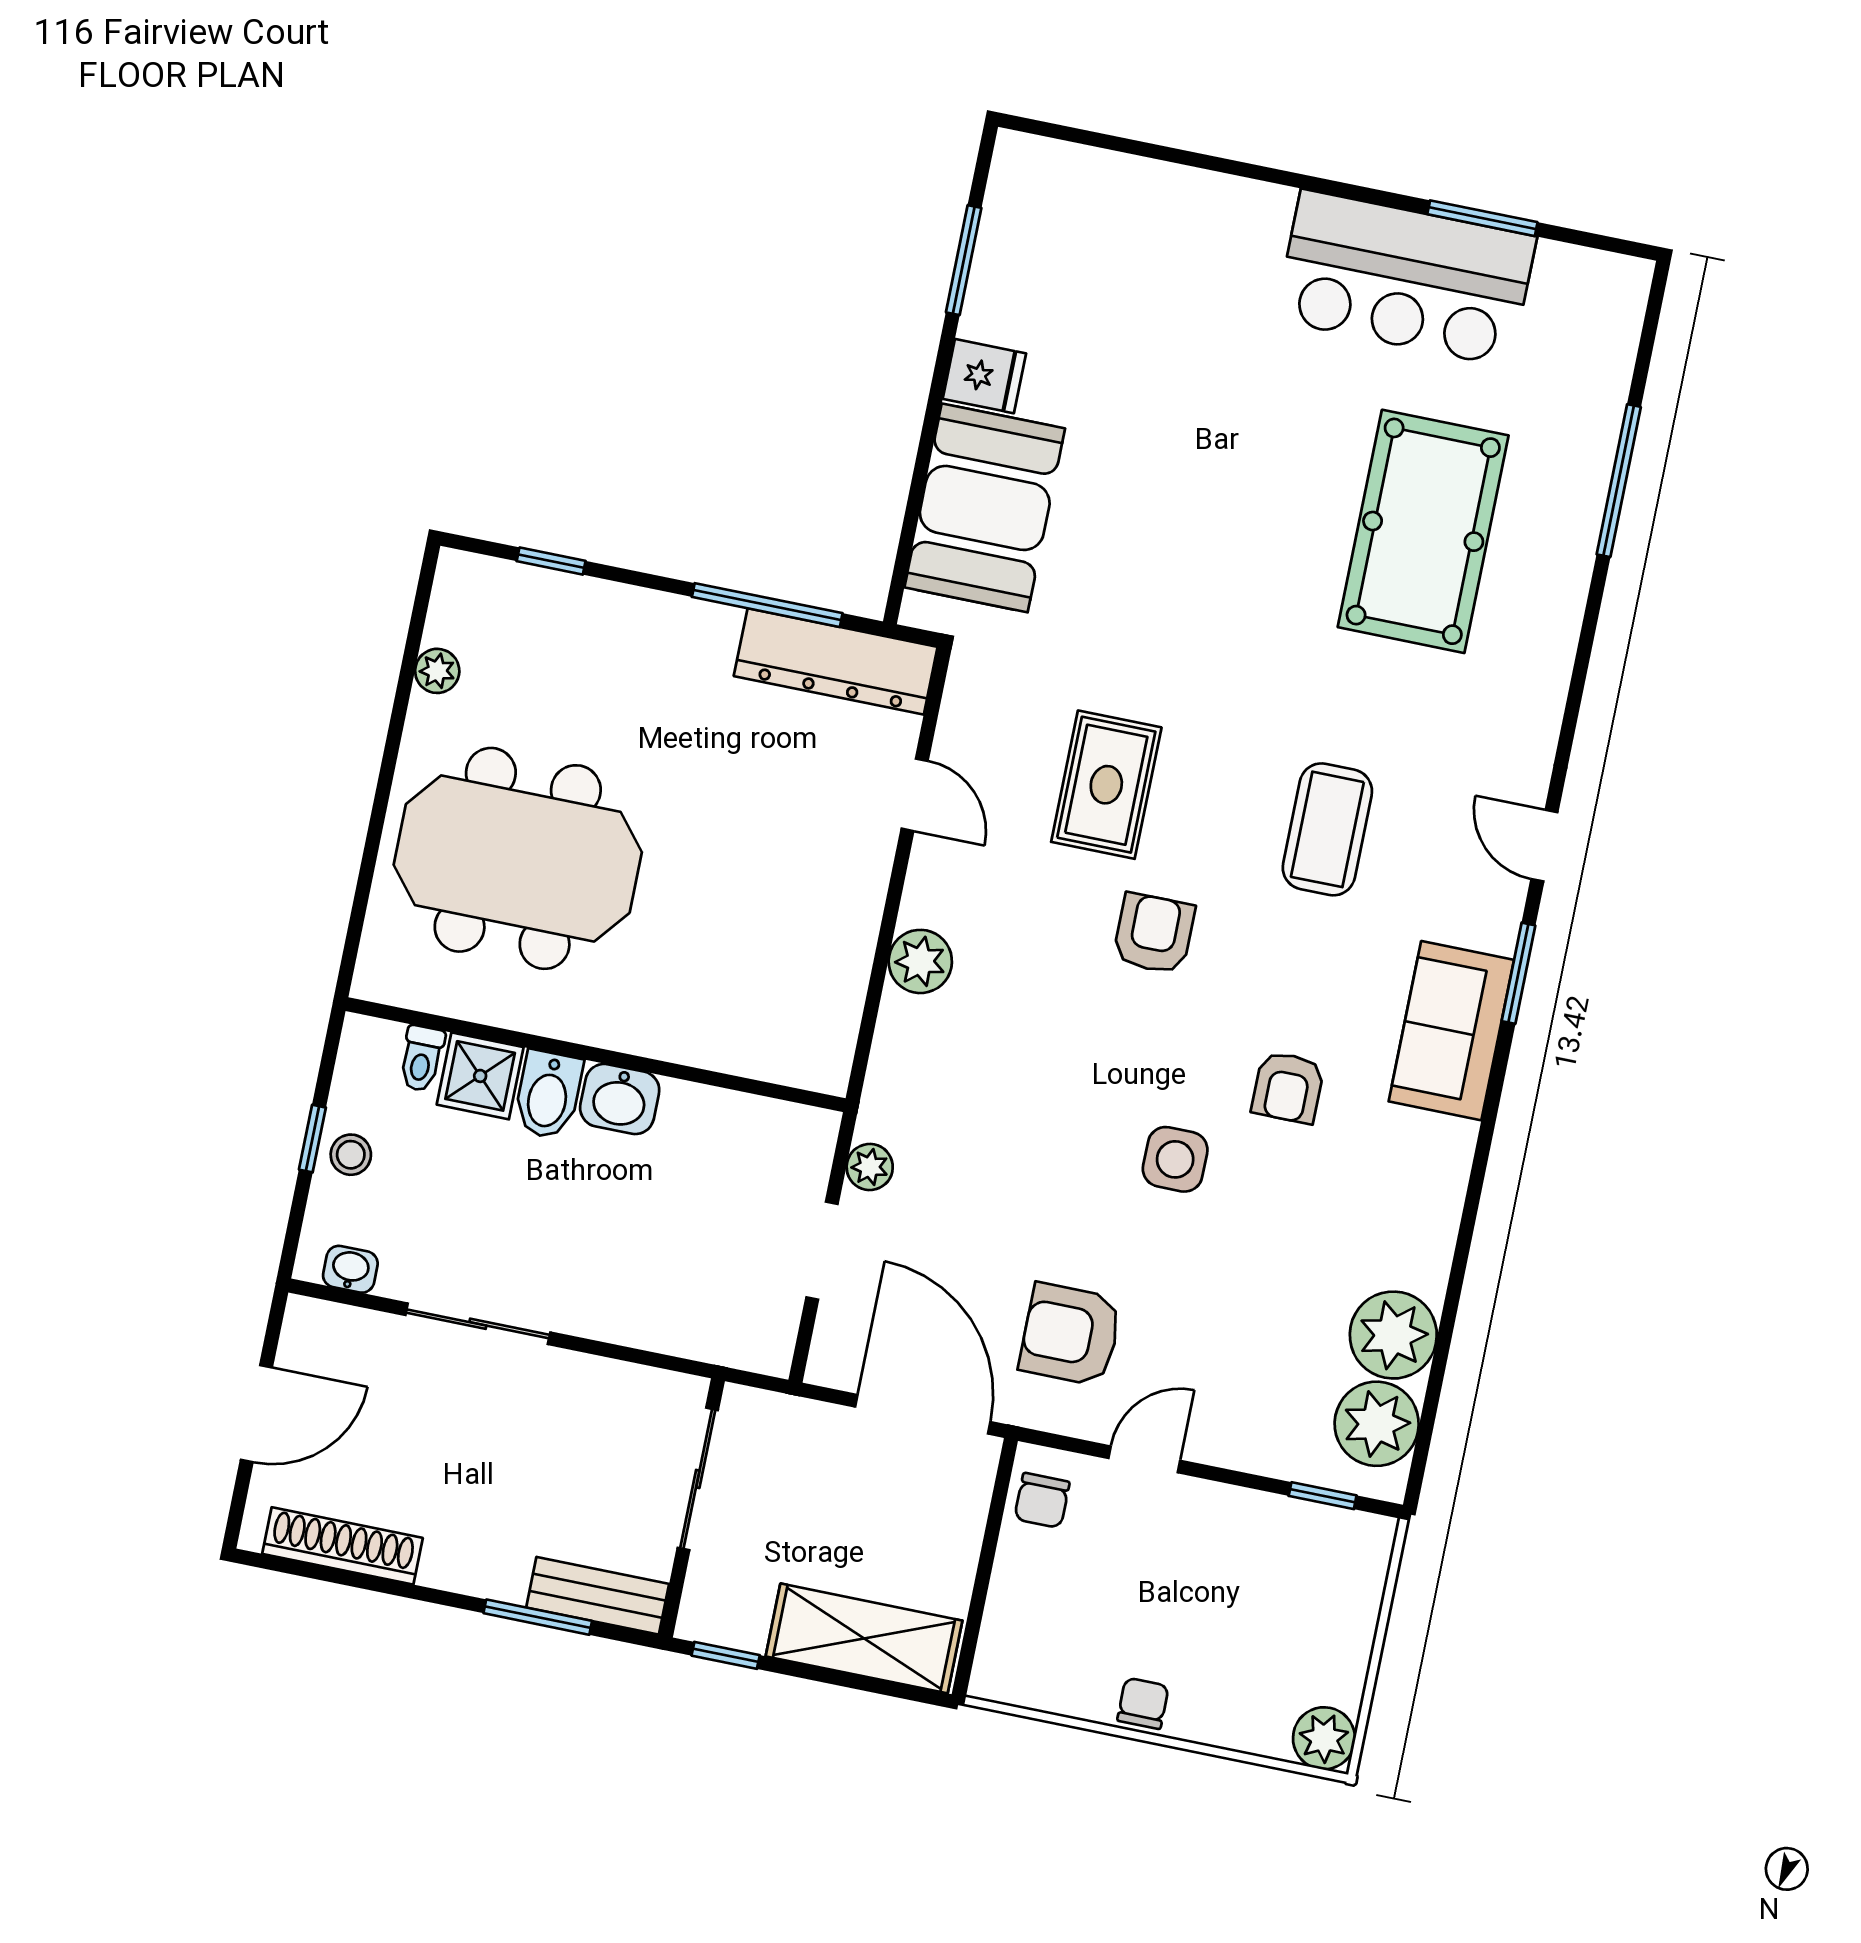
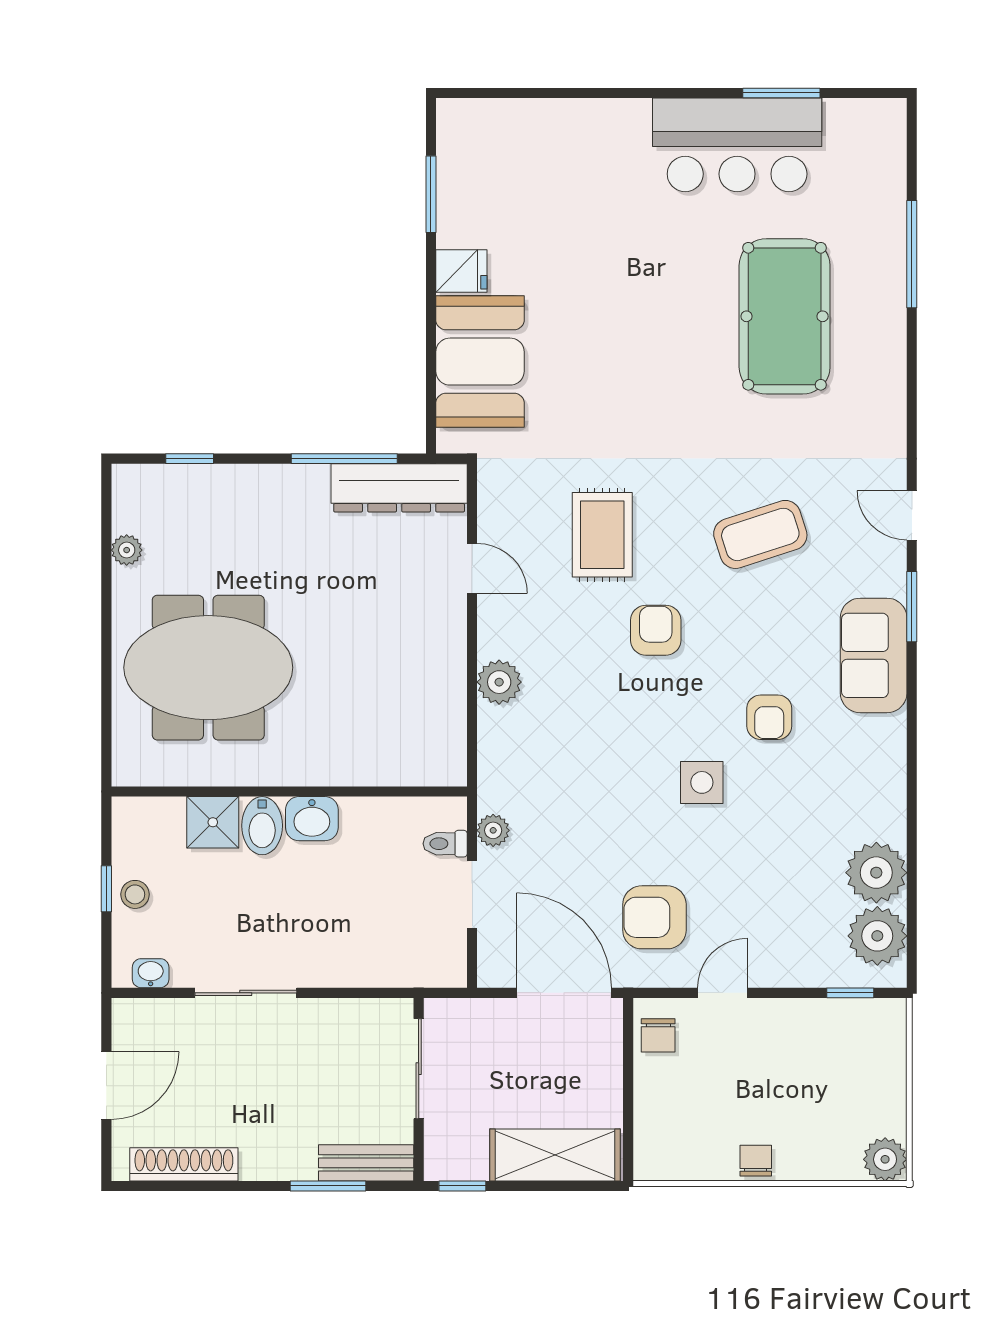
coffee table: (1327, 829) -> (760, 534), turned 72
toilet: (422, 1058) -> (445, 844), moved, turned 90

